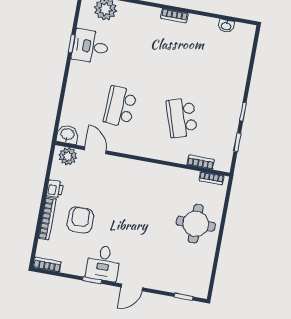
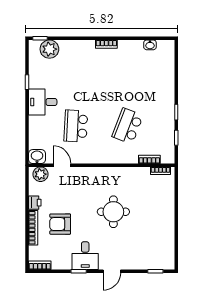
desk: (90, 46) -> (43, 102), moved
school desk: (182, 118) -> (128, 126), turned 39
armchair: (80, 220) -> (60, 224), turned -90
round table: (196, 224) -> (113, 212), moved

